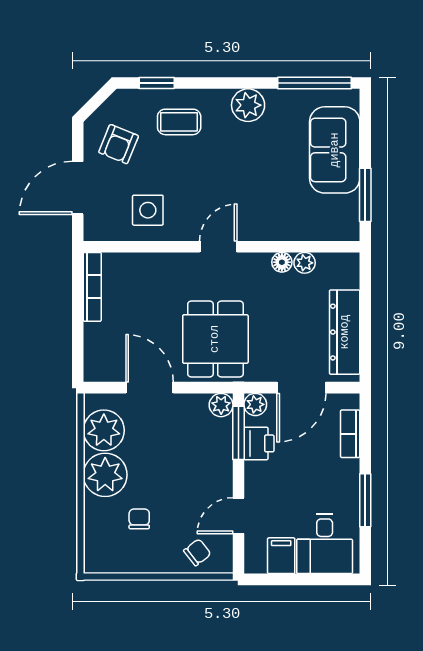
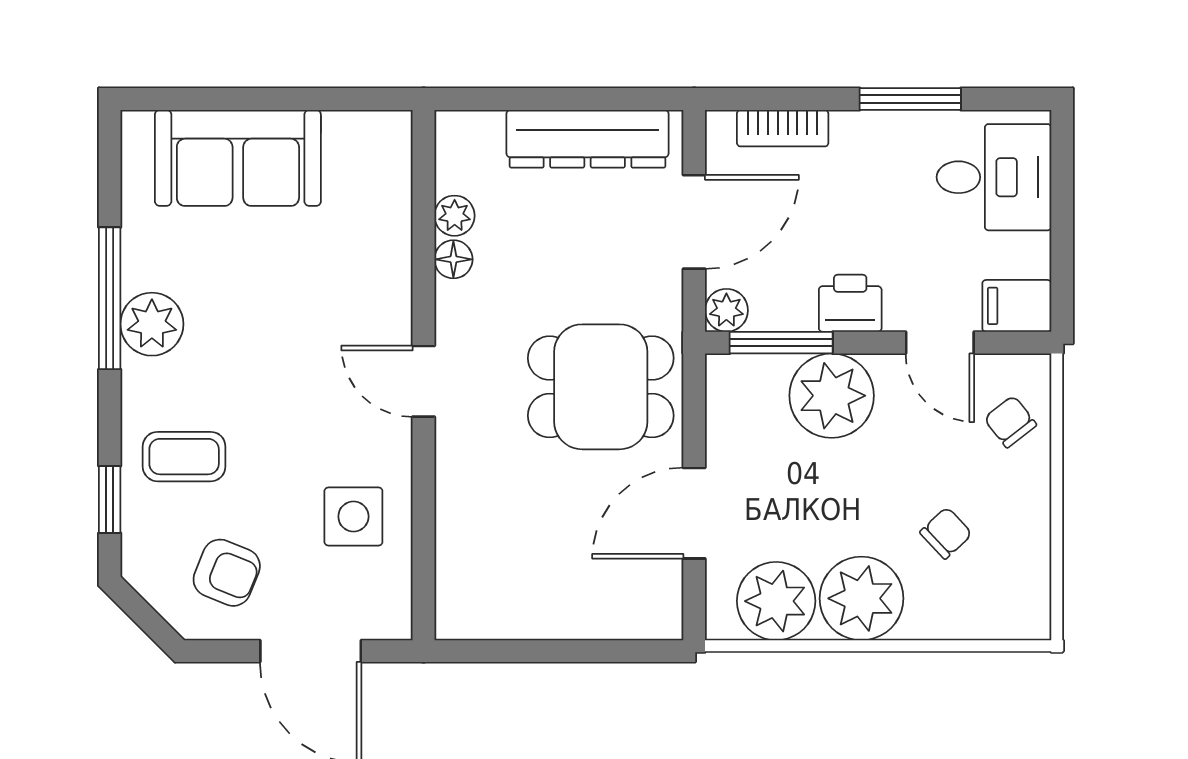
window: (315, 83) -> (110, 298), moved
coffee table: (179, 122) -> (184, 457), turned 90
window: (365, 195) -> (324, 99), removed
bookcase: (92, 287) -> (501, 623), removed
door: (301, 388) -> (694, 222), hinge flipped
plant: (221, 405) -> (832, 396), moved, width x1.88, depth x1.88
printer: (259, 443) -> (850, 303), moved
chair: (139, 519) -> (946, 533), turned 137
filing cabinet: (281, 556) -> (1017, 306), moved

